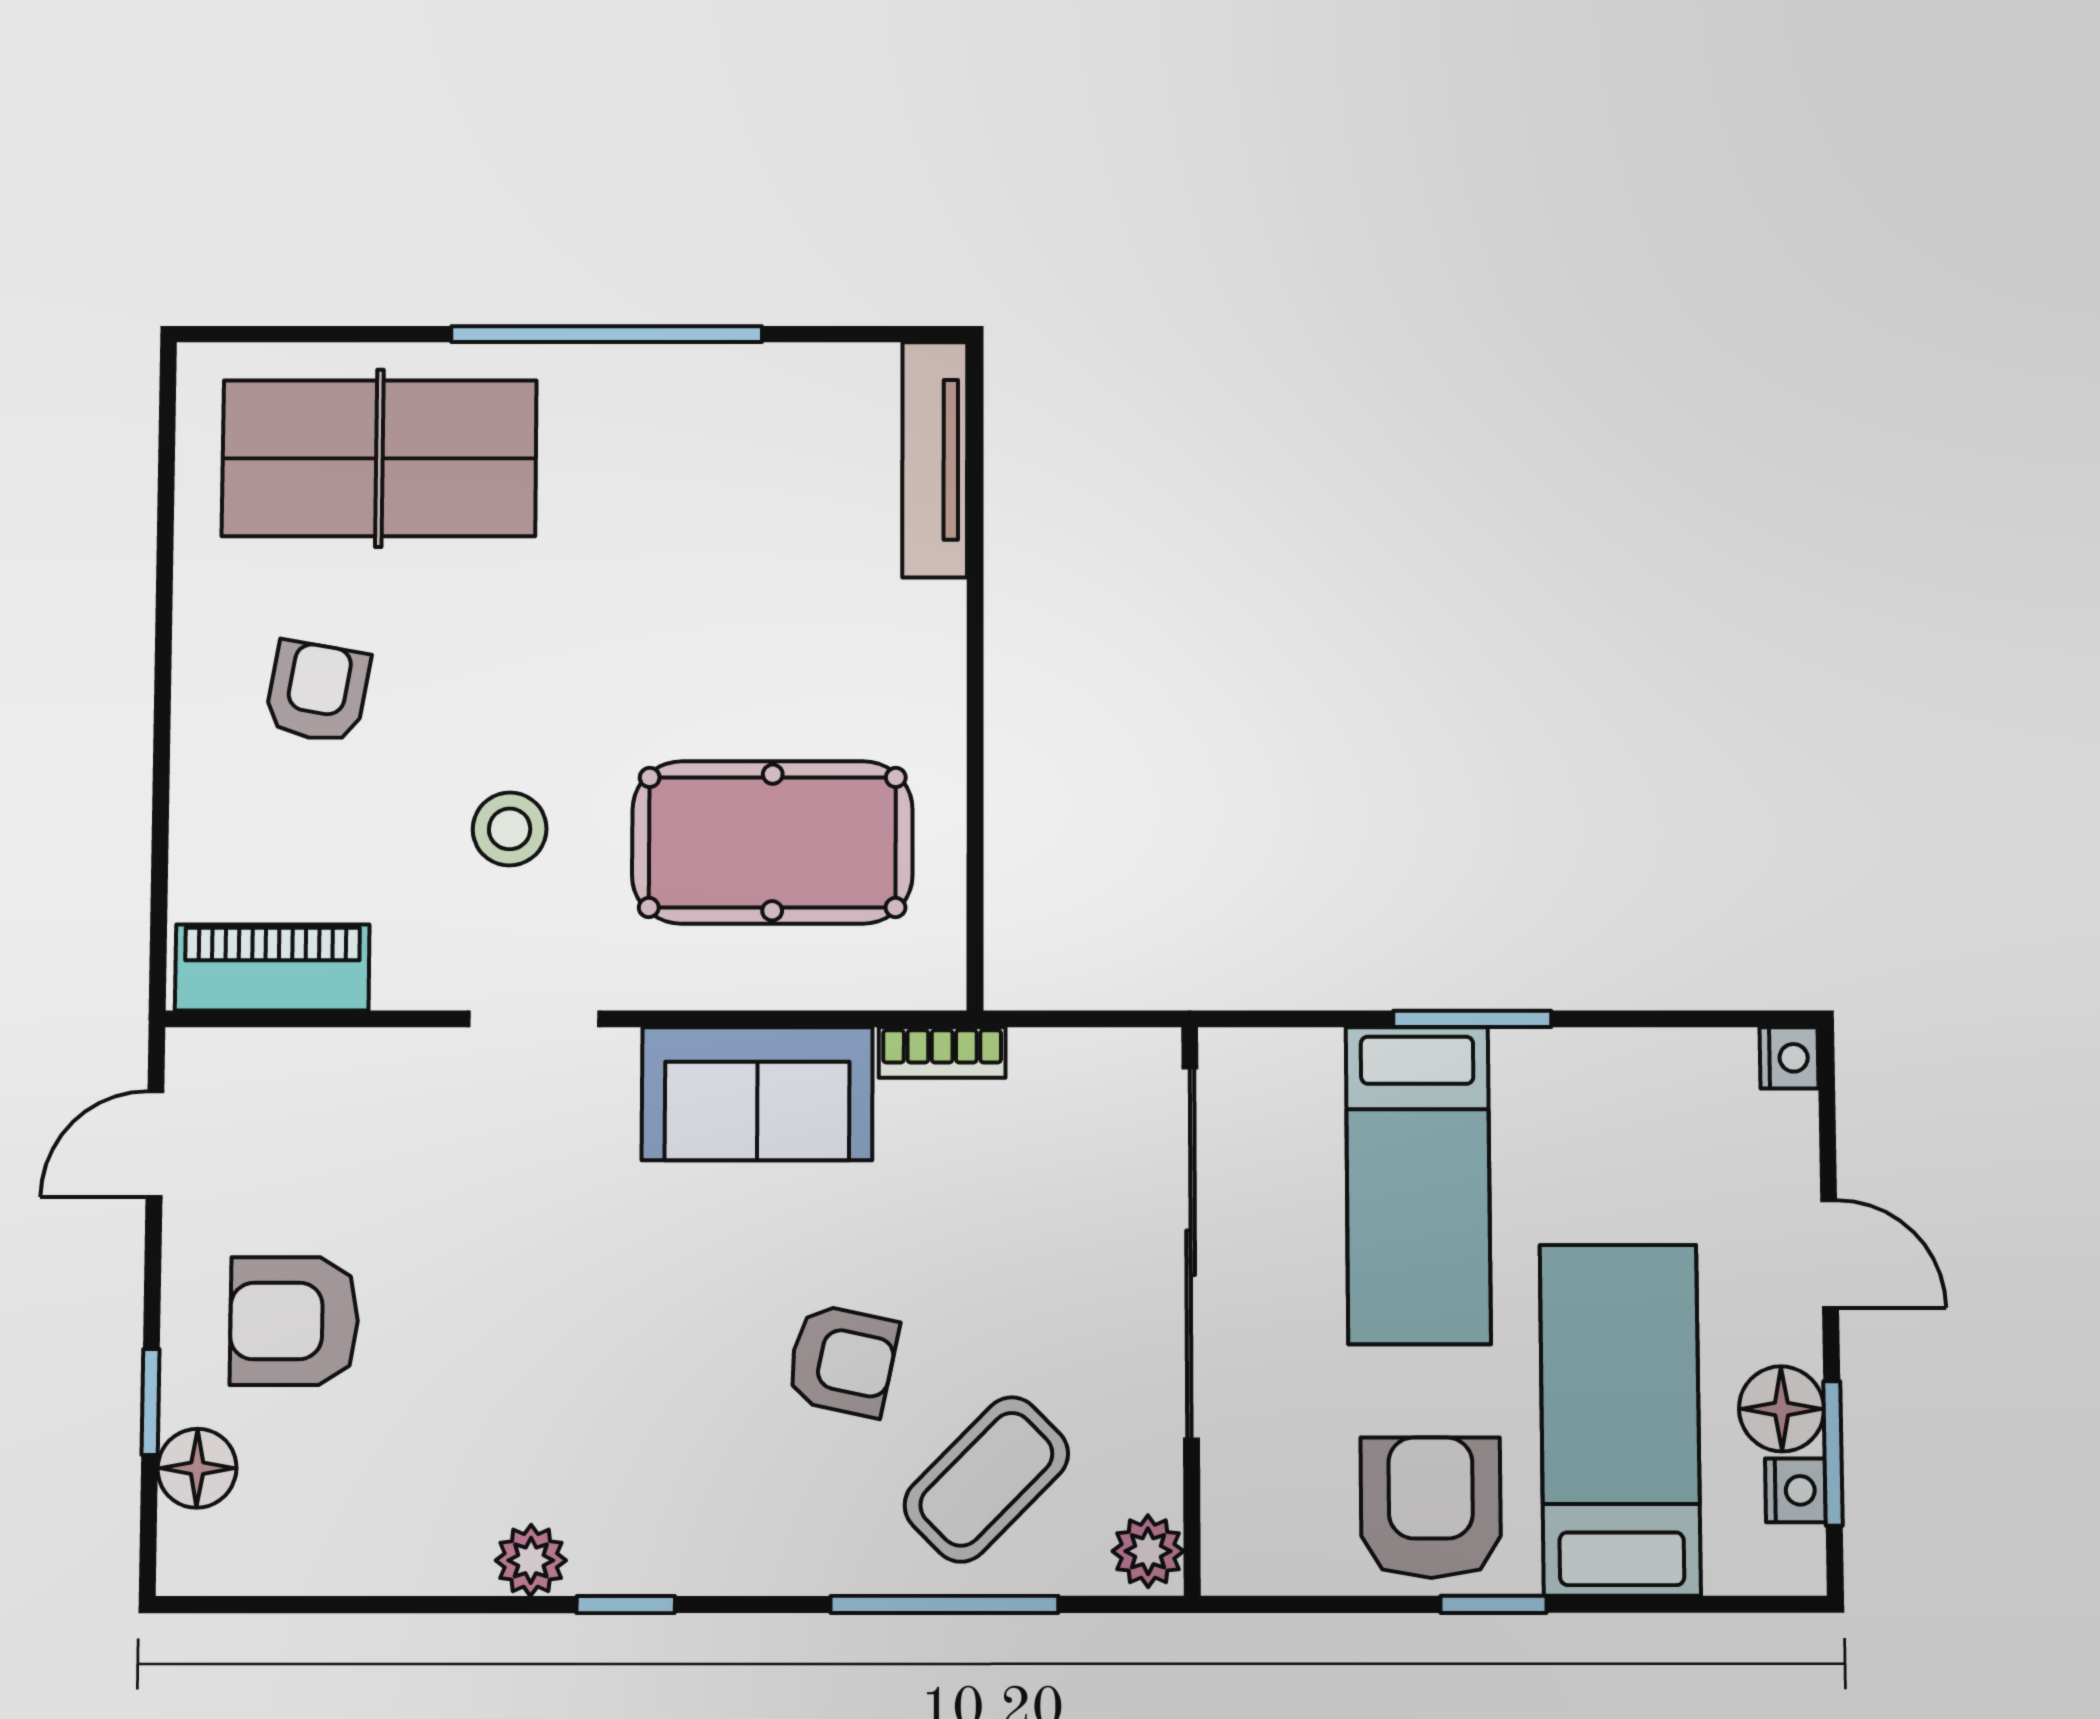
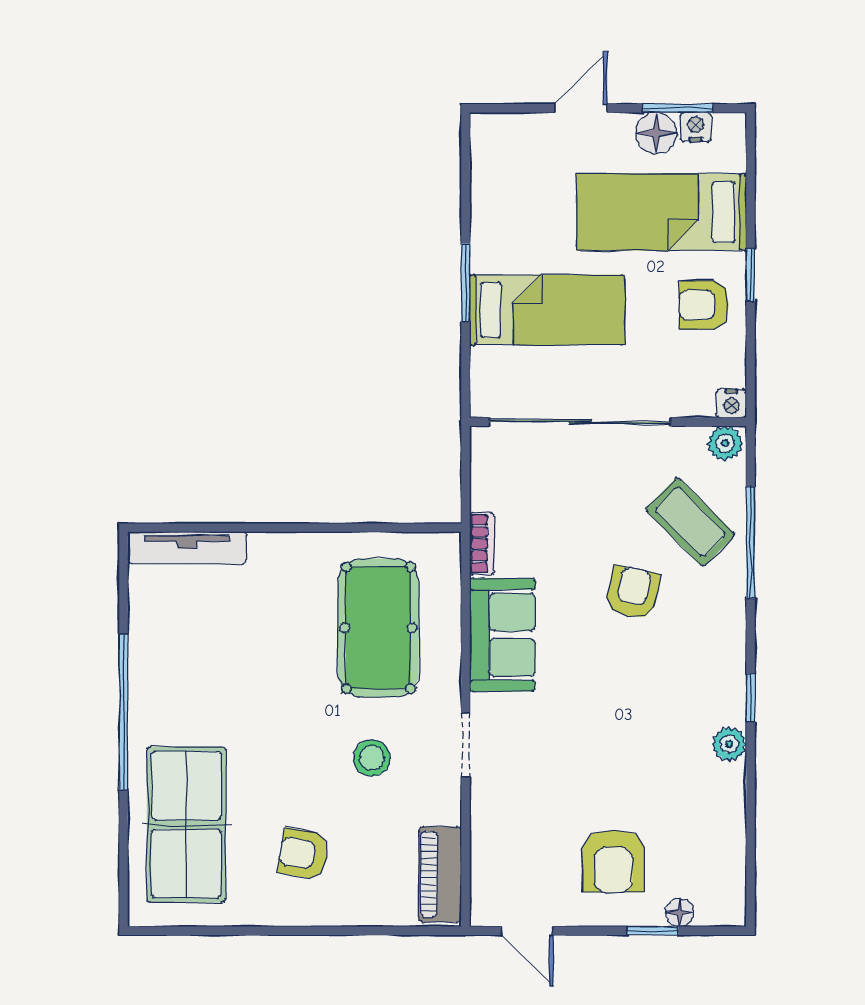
nightstand: (1789, 1058) -> (731, 403), moved, turned 180
floor lamp: (197, 1468) -> (680, 913), width x0.73, depth x0.73
armchair: (1431, 1508) -> (704, 305), width x0.72, depth x0.72

